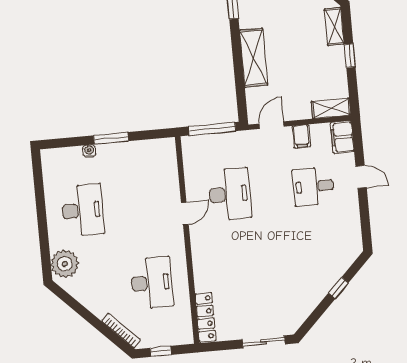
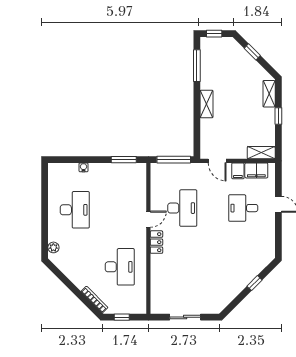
shelving: (254, 58) -> (207, 104), width x0.67, depth x0.75
door: (272, 125) -> (217, 161), swing flipped
filing cabinet: (342, 137) -> (256, 170), moved, turned -90
window: (111, 138) -> (124, 160), moved
plant: (65, 264) -> (53, 247), width x0.53, depth x0.53
locker: (206, 317) -> (156, 242), moved, width x0.66
sliding door: (264, 342) -> (185, 317), moved

